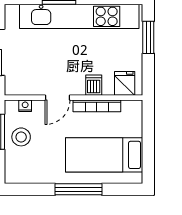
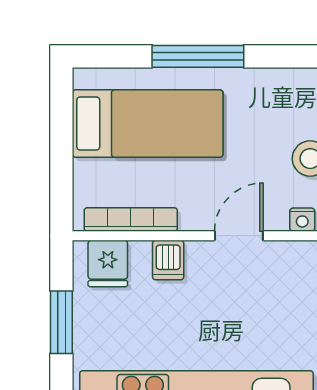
window: (148, 37) -> (61, 322), moved
bookcase: (97, 106) -> (131, 219), moved

